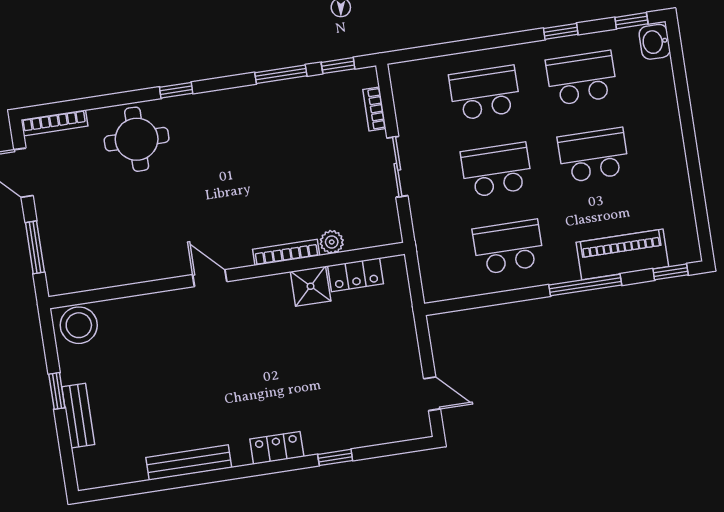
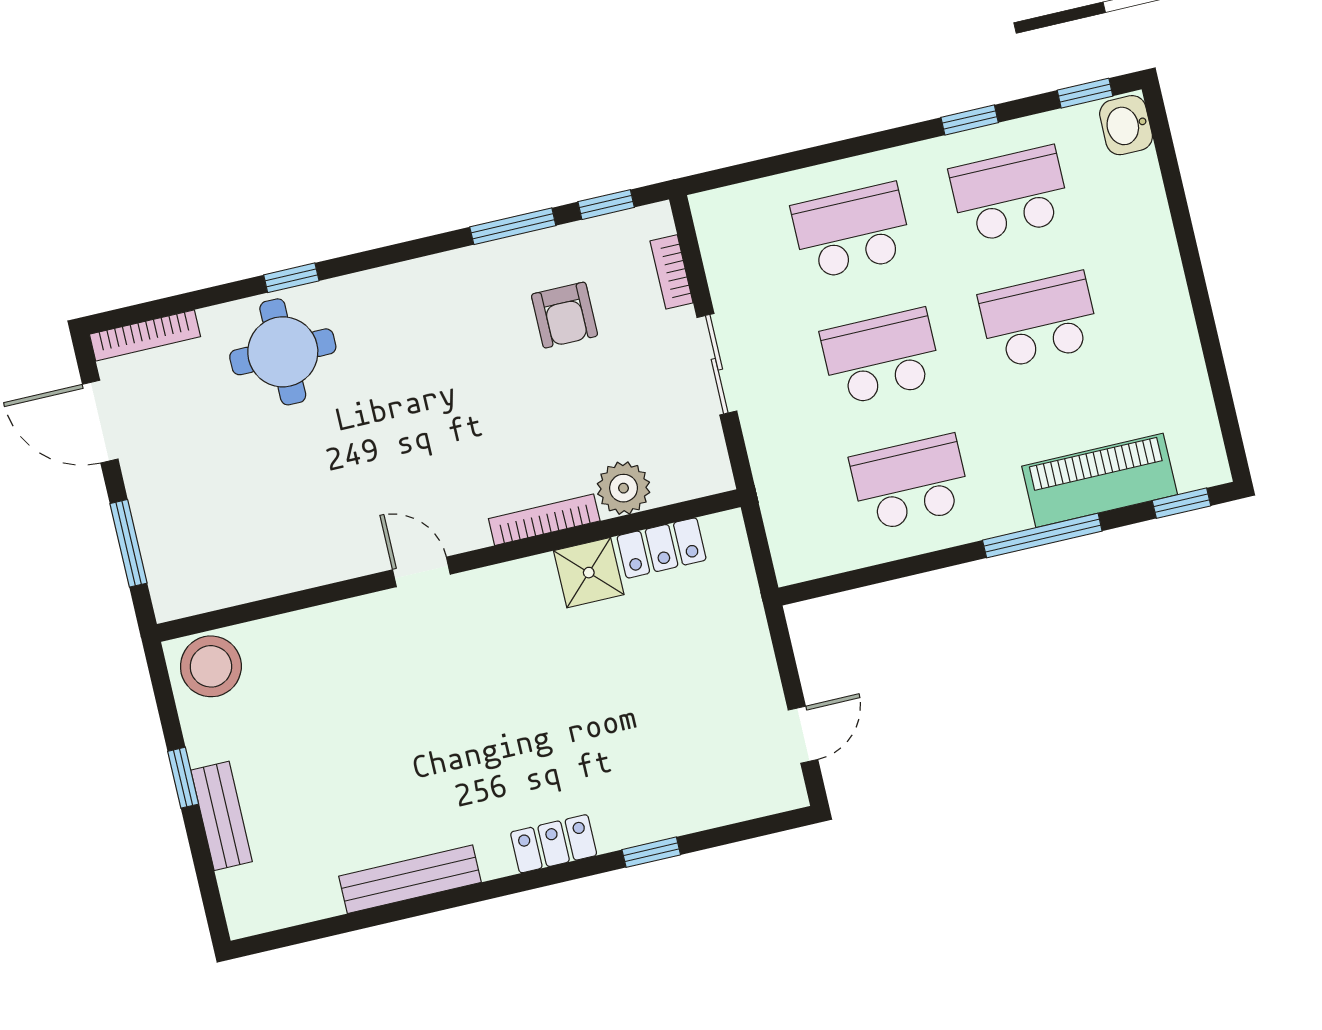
window: (176, 90) -> (291, 278), moved
armchair: (308, 130) -> (565, 315), added
plant: (332, 242) -> (624, 488), width x1.38, depth x1.38
door: (432, 394) -> (803, 735), hinge flipped

